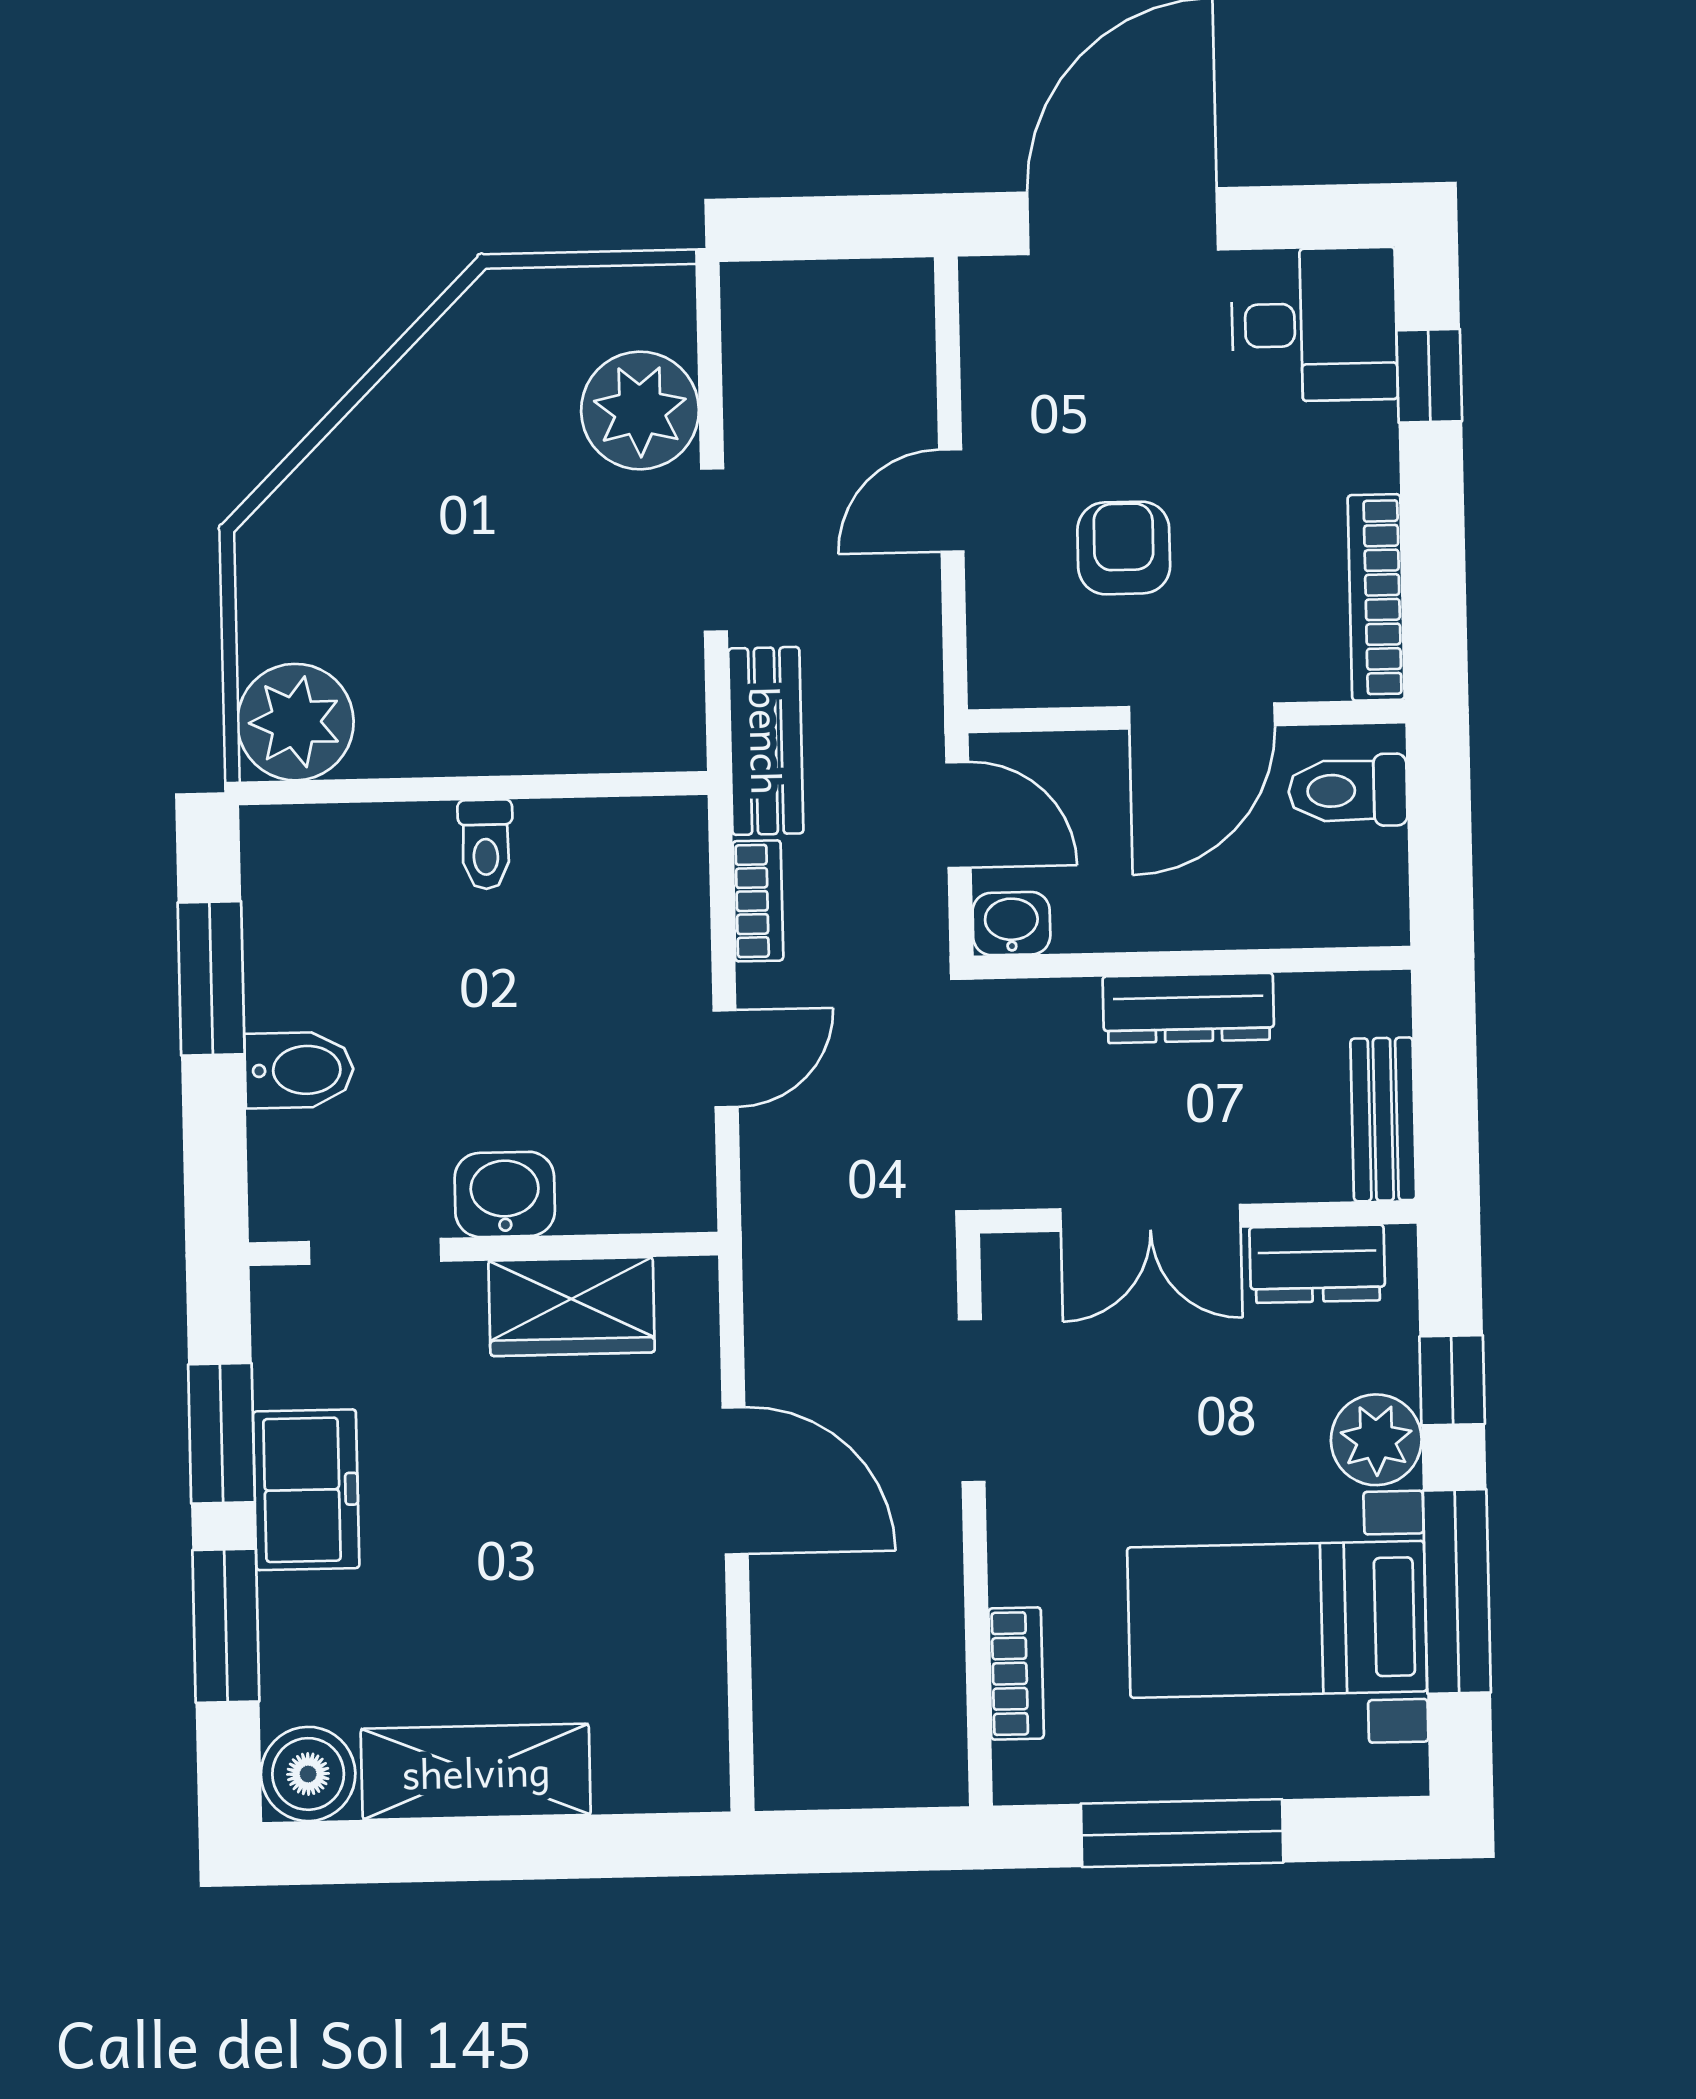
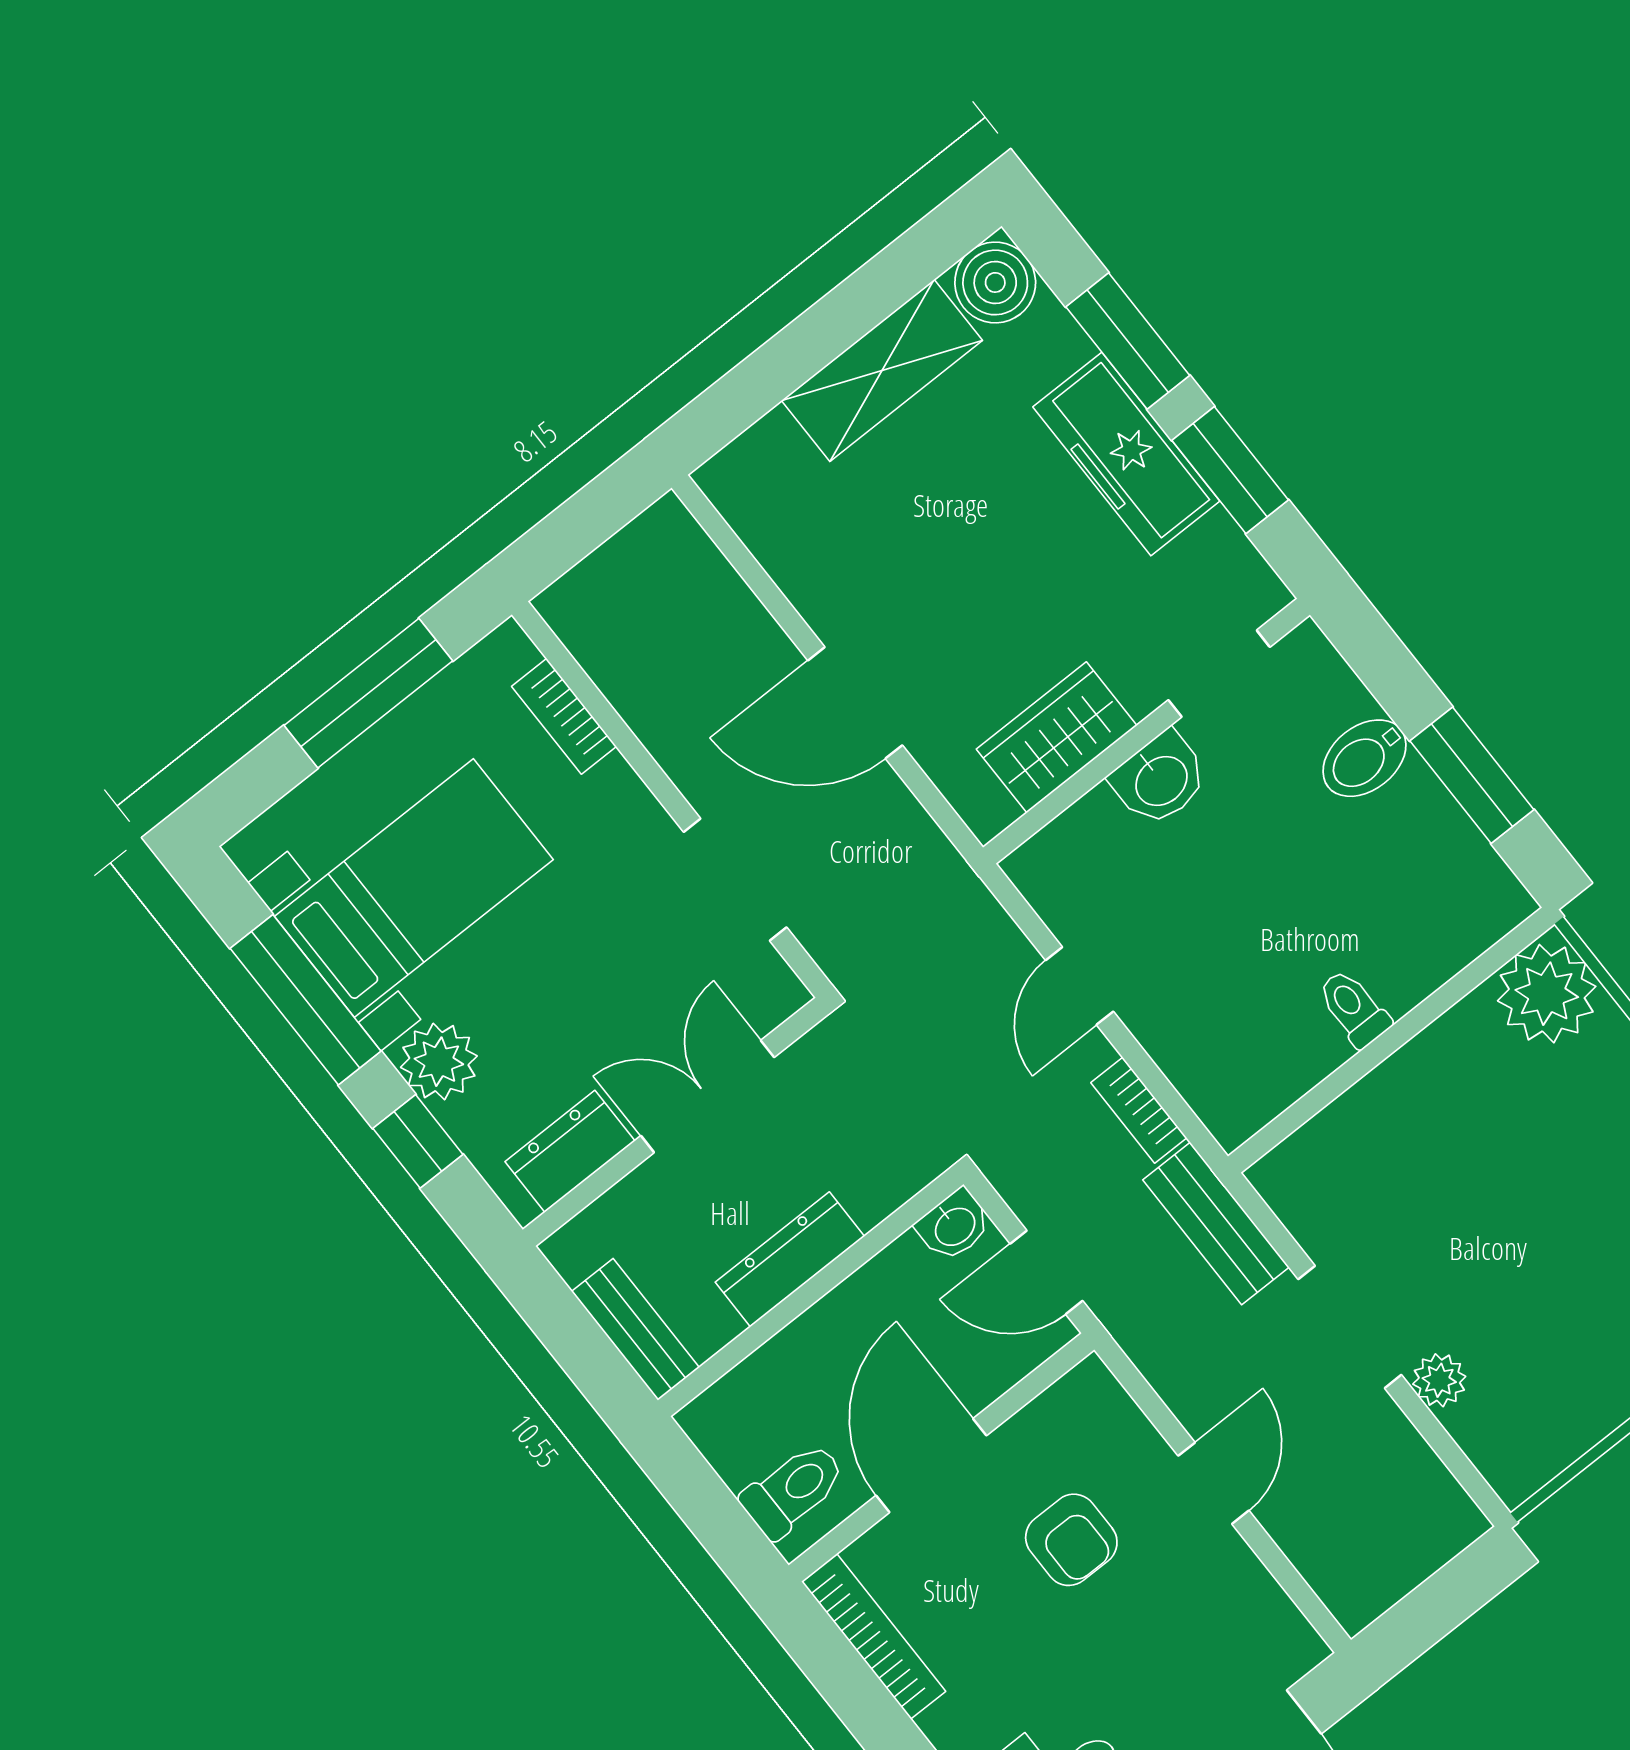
plant: (640, 410) -> (1439, 1380), width x0.53, depth x0.53
bench: (1383, 1119) -> (635, 1329), moved
freezer: (306, 1490) -> (1126, 454), width x1.40

